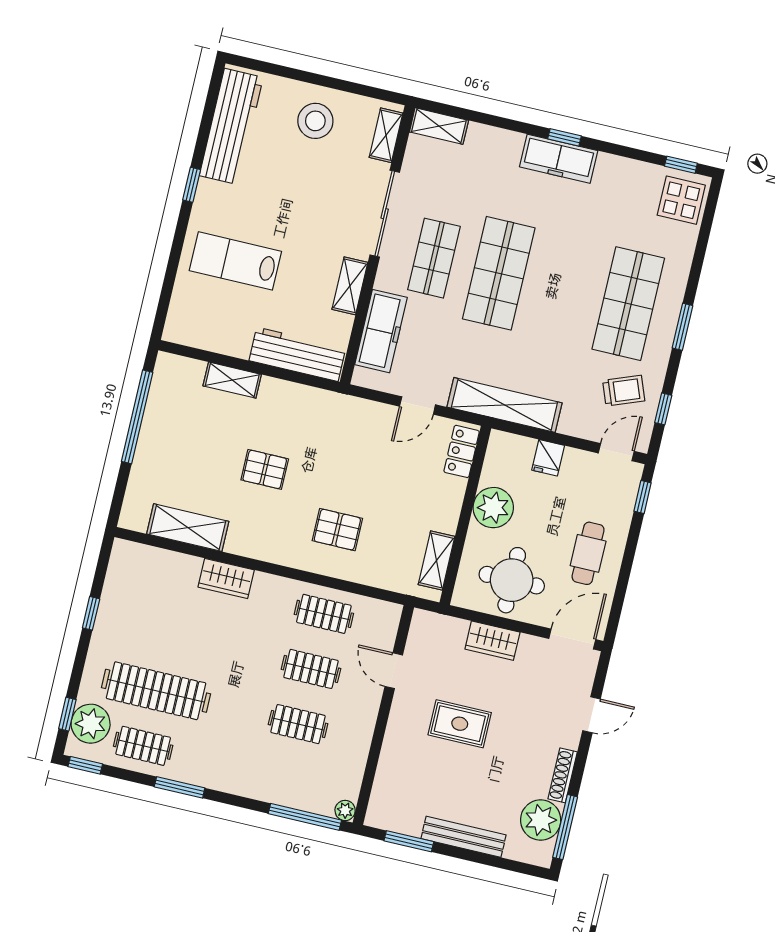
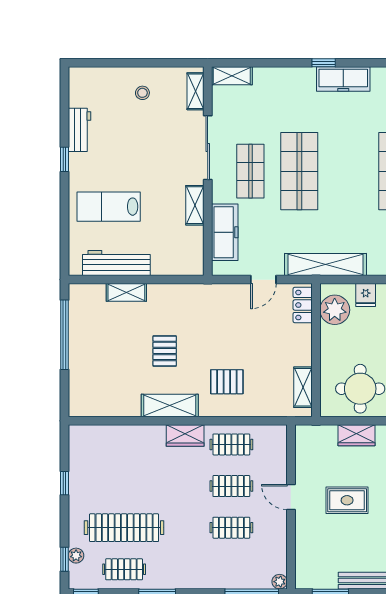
stool: (315, 121) -> (142, 93), width x0.53, depth x0.53
workbench: (231, 126) -> (80, 130), width x0.53, depth x0.76
freezer: (559, 159) -> (343, 79), moved
workbench: (297, 354) -> (116, 263), moved
pallet: (265, 469) -> (165, 351), turned 90
plant: (493, 508) -> (335, 310), moved
shelving: (188, 528) -> (170, 406), moved
wardrobe: (226, 578) -> (185, 435), moved
door: (394, 671) -> (291, 497), moved
plant: (91, 724) -> (76, 556), width x0.53, depth x0.53

